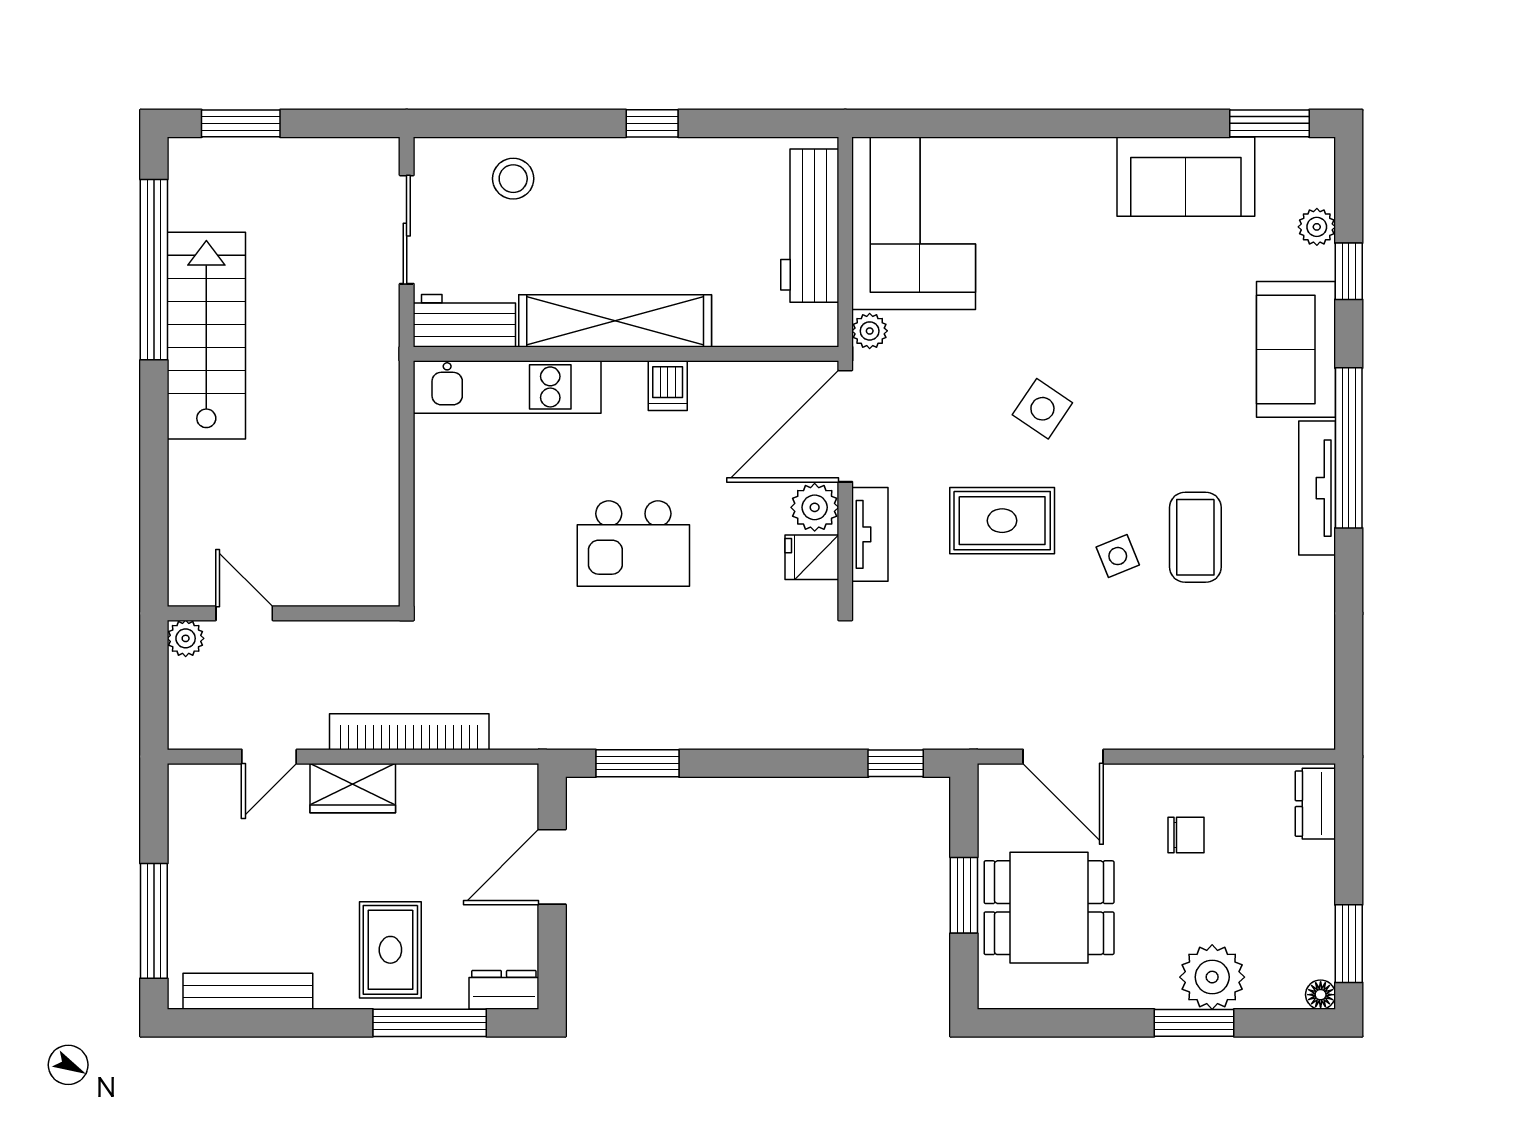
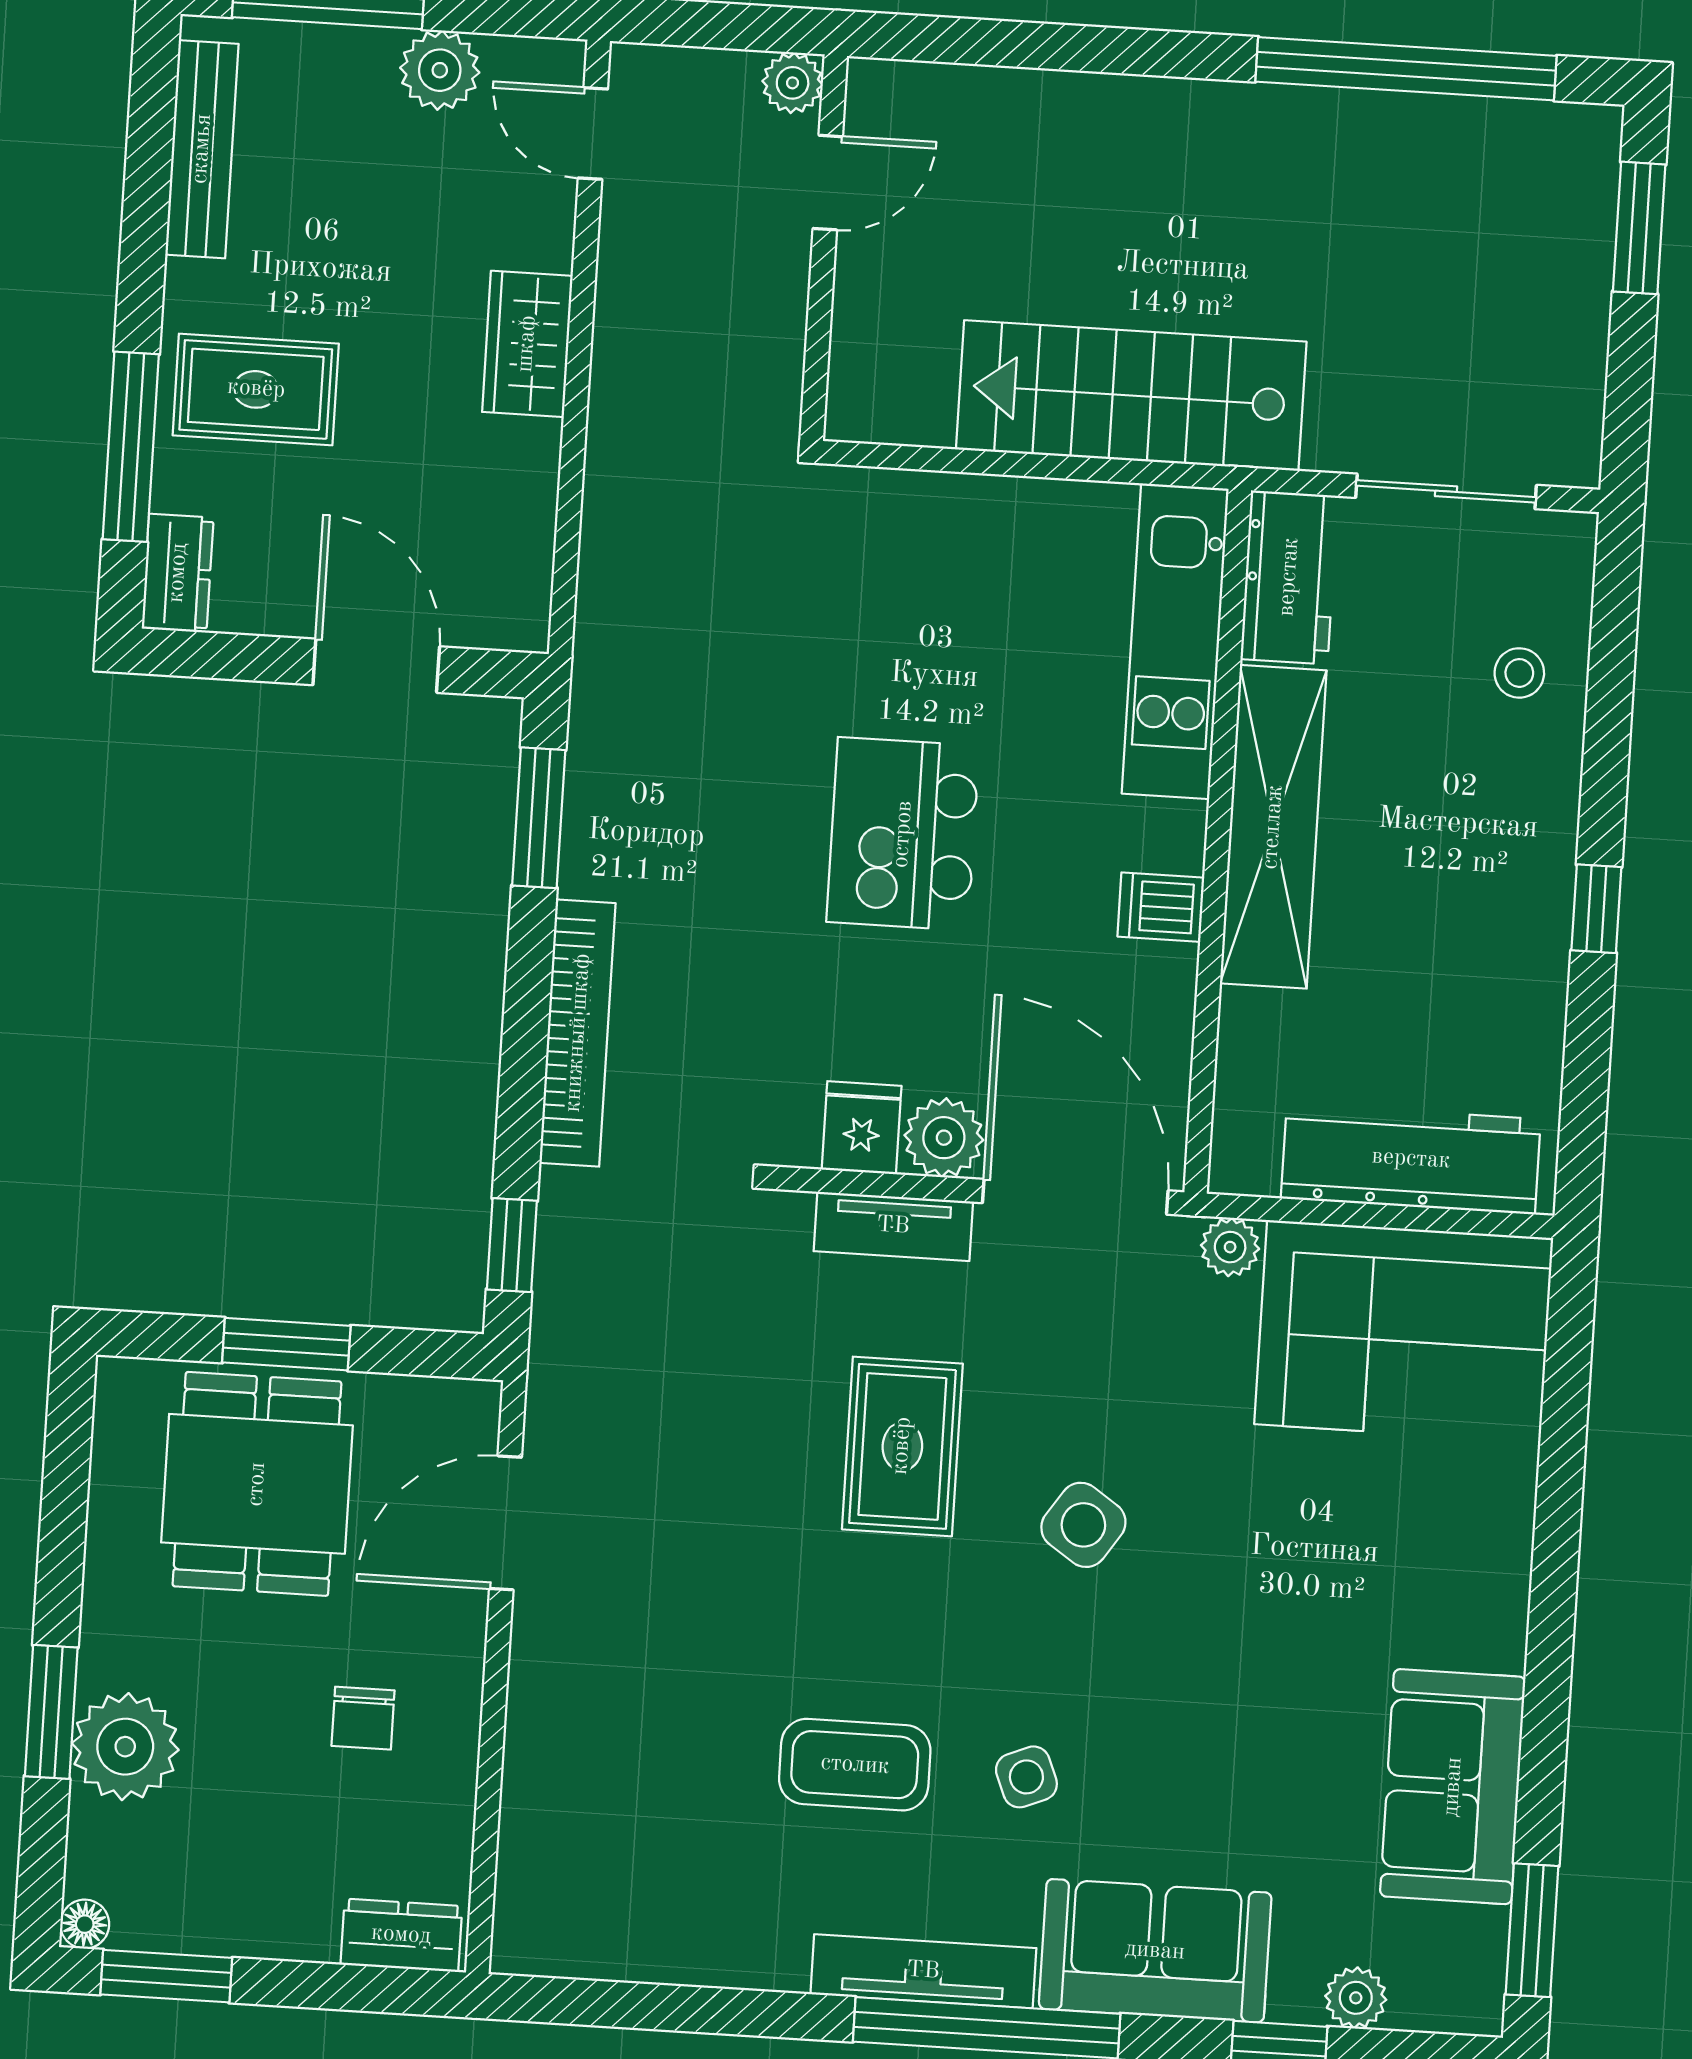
stool: (513, 179) -> (1519, 673), width x0.73, depth x0.73
stairs: (206, 336) -> (1131, 396), moved, turned 180
side table: (1118, 556) -> (1026, 1777), moved
bookcase: (409, 732) -> (578, 1033), moved
door: (269, 757) -> (593, 133), moved
plant: (191, 851) -> (440, 70), added

